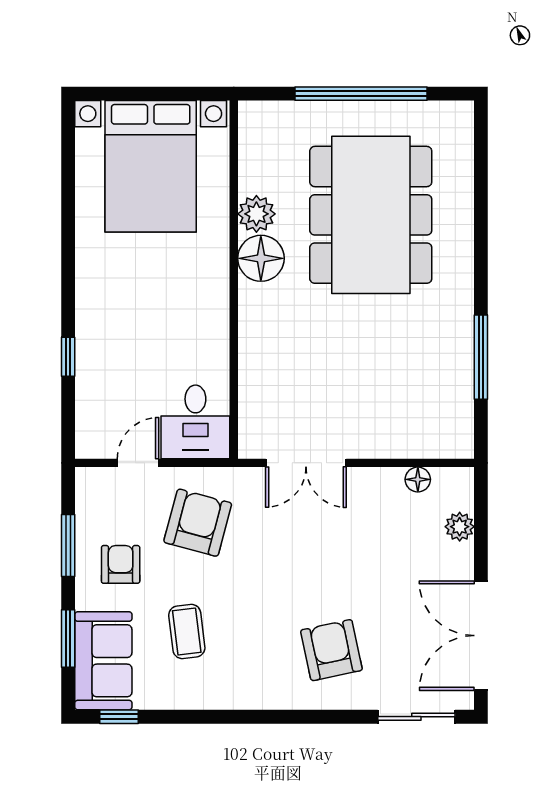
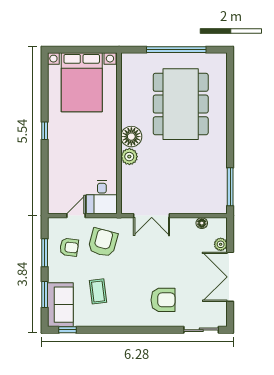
plant: (256, 214) -> (129, 157), moved
floor lamp: (261, 258) -> (131, 137), moved
window: (68, 357) -> (45, 131), moved
window: (481, 357) -> (230, 187), moved
armchair: (121, 564) -> (69, 247), moved, turned 97
double door: (481, 636) -> (230, 277), moved
armchair: (331, 650) -> (163, 300), turned 102

